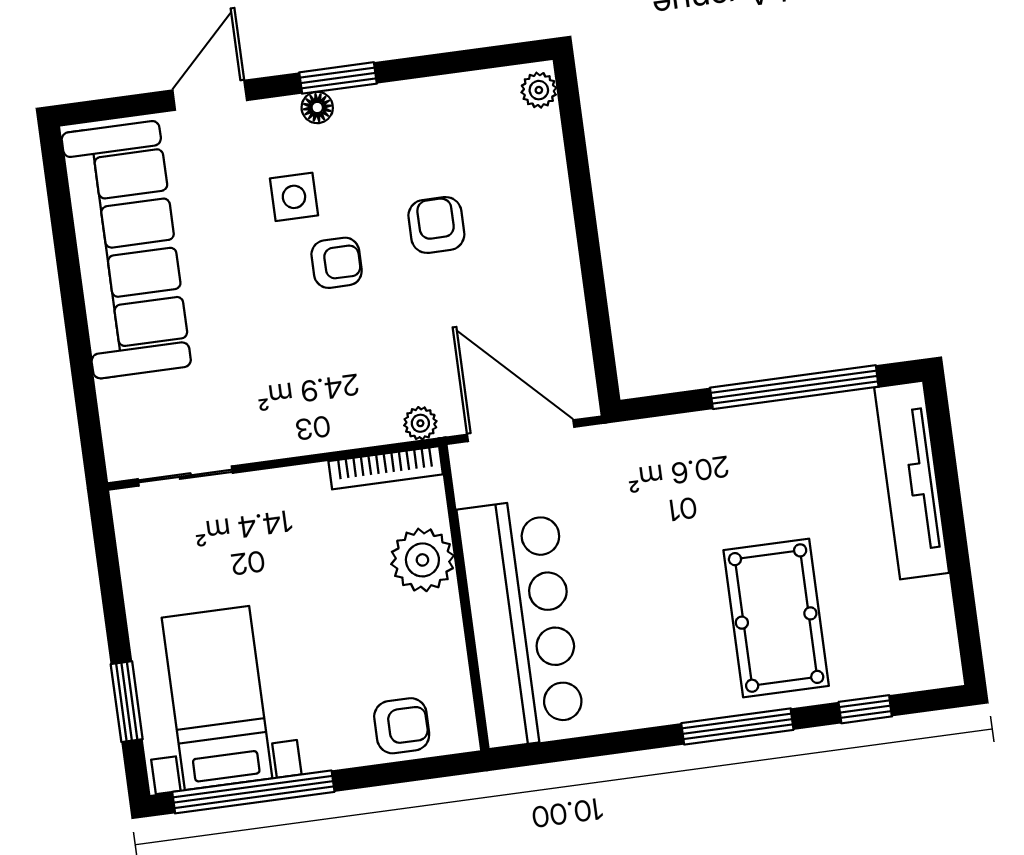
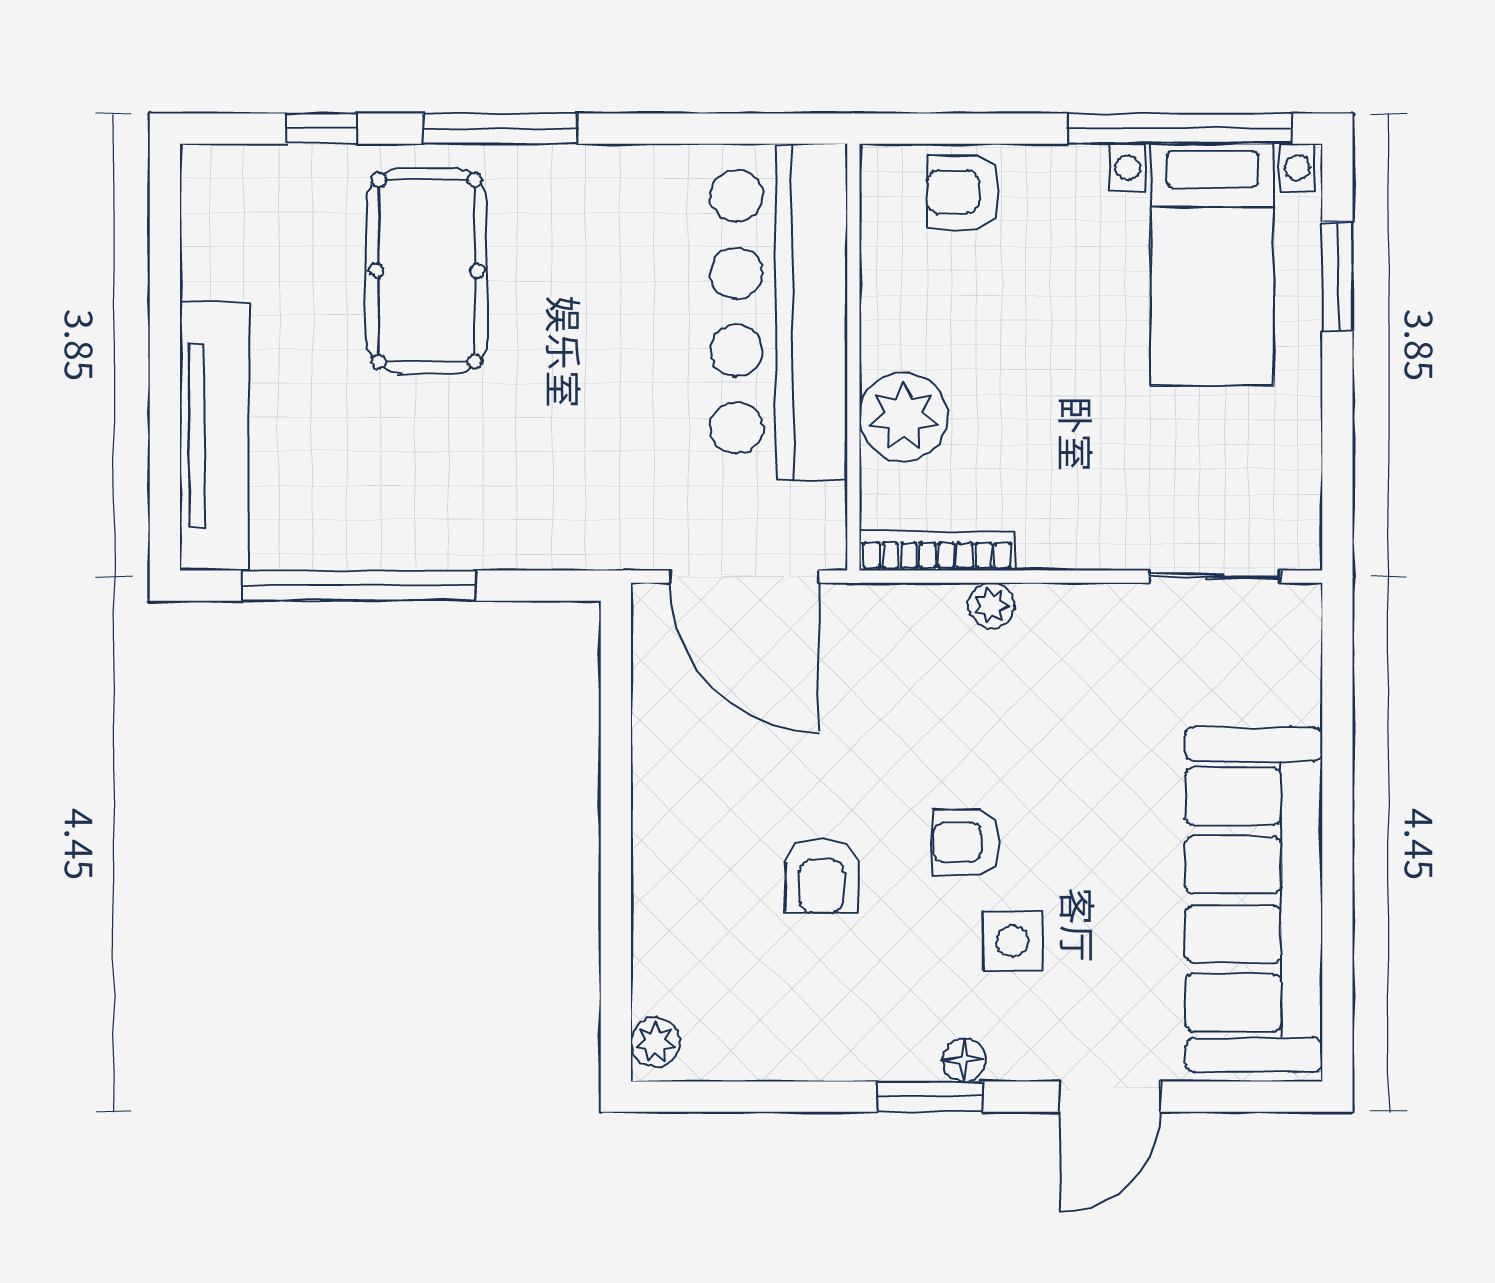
plant: (420, 423) -> (991, 605), moved

